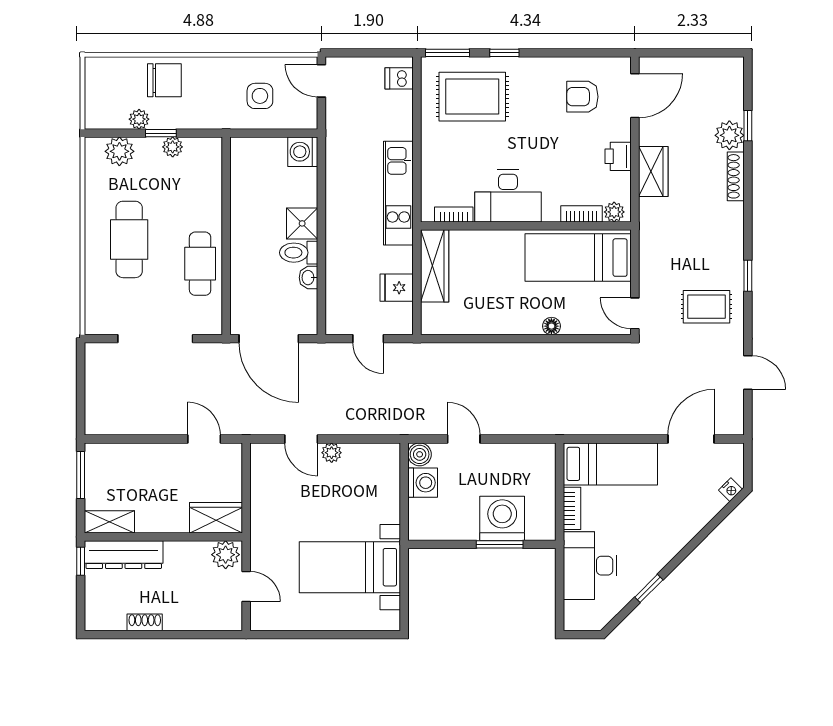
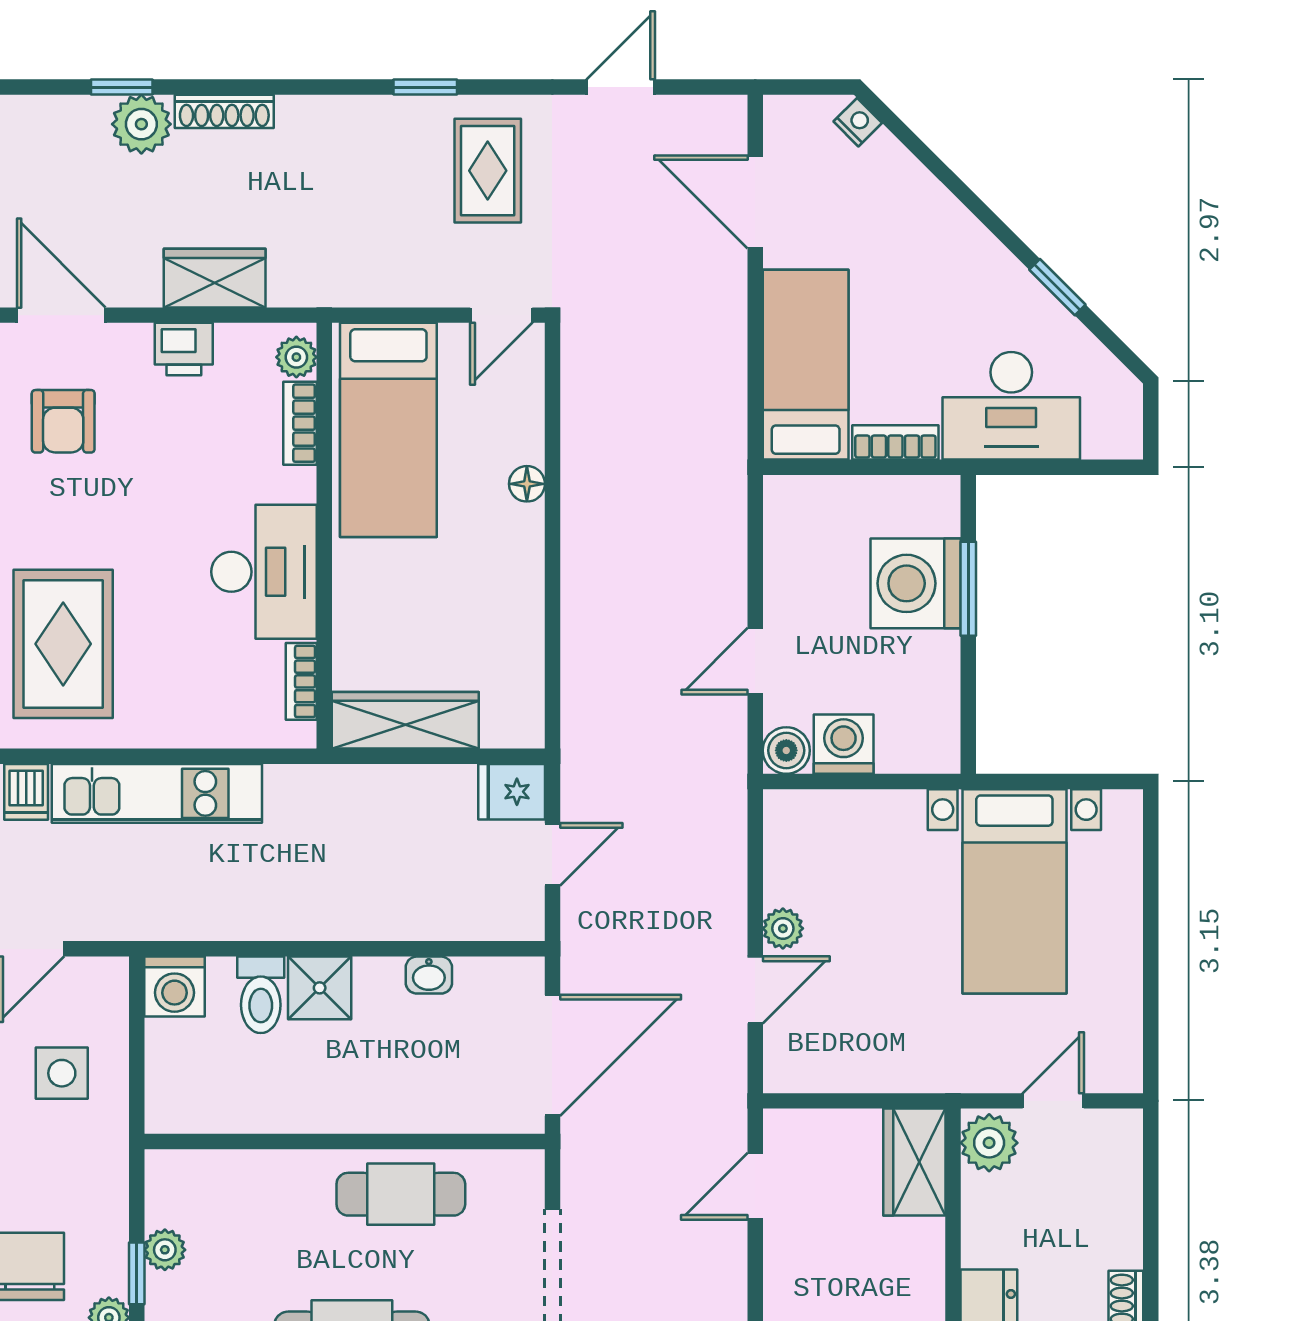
kitchen unit: (398, 193) -> (157, 793), moved
toilet: (299, 253) -> (261, 995), moved
fridge: (397, 288) -> (512, 792), moved, turned 90

